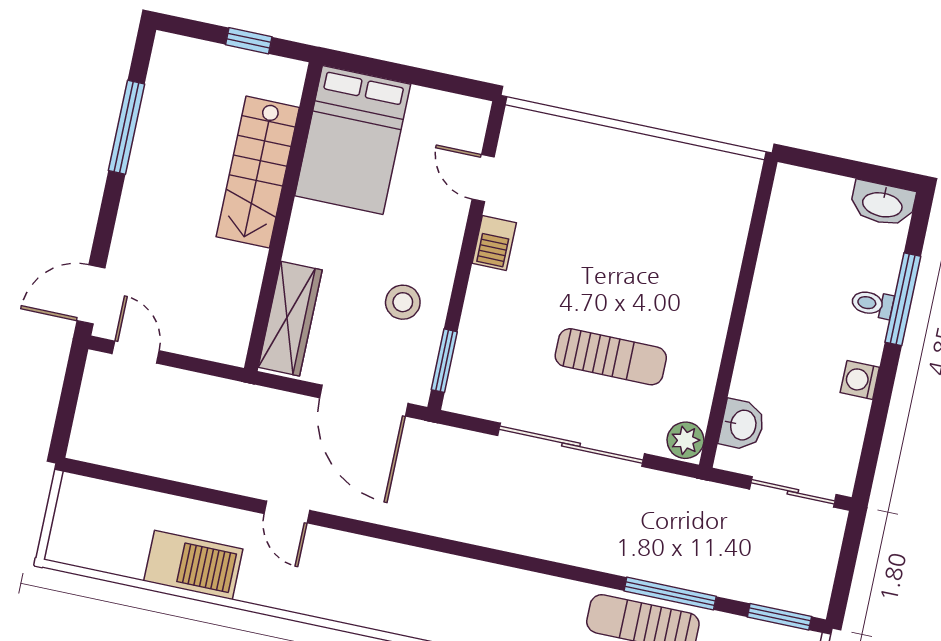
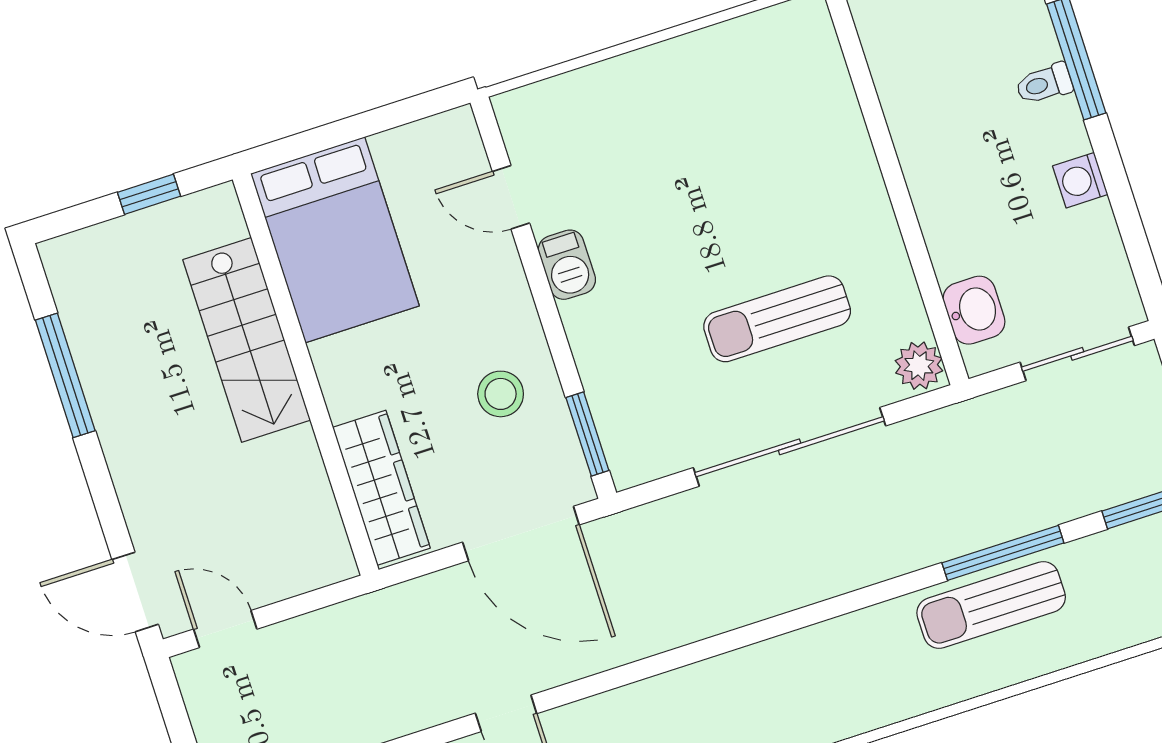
door: (91, 294) -> (135, 592), hinge flipped
sun lounger: (611, 357) -> (777, 319), turned 180

